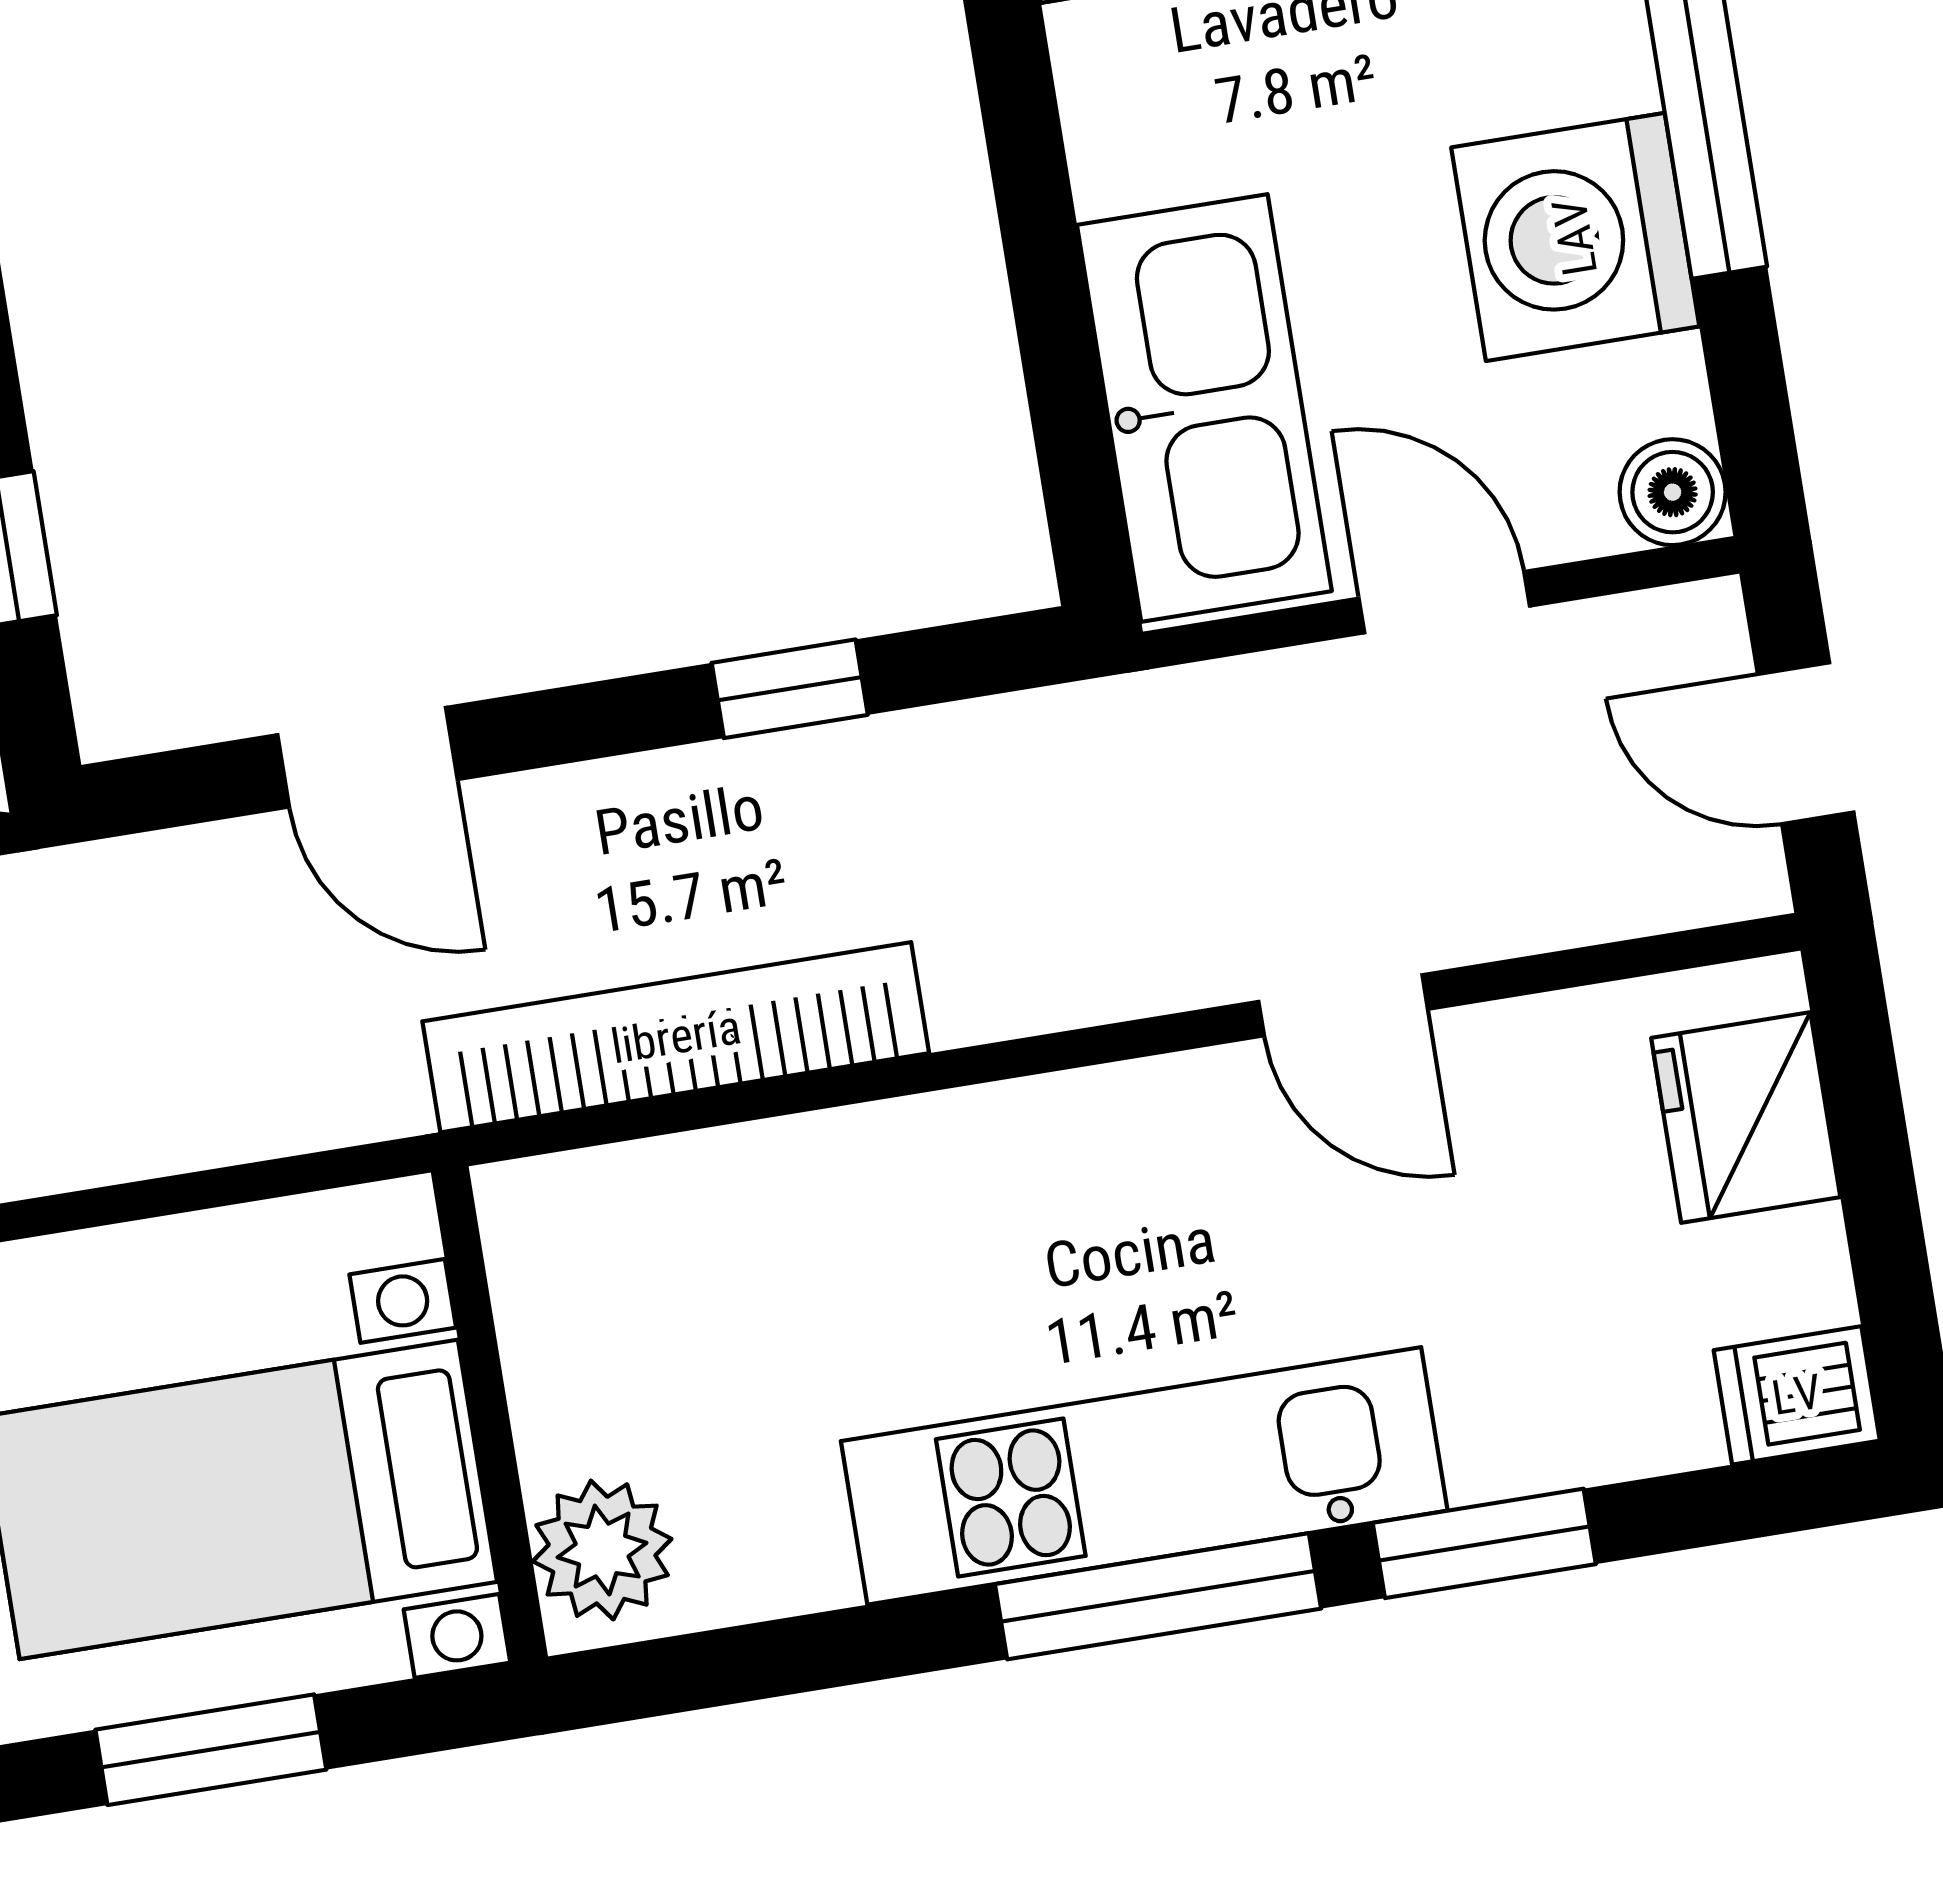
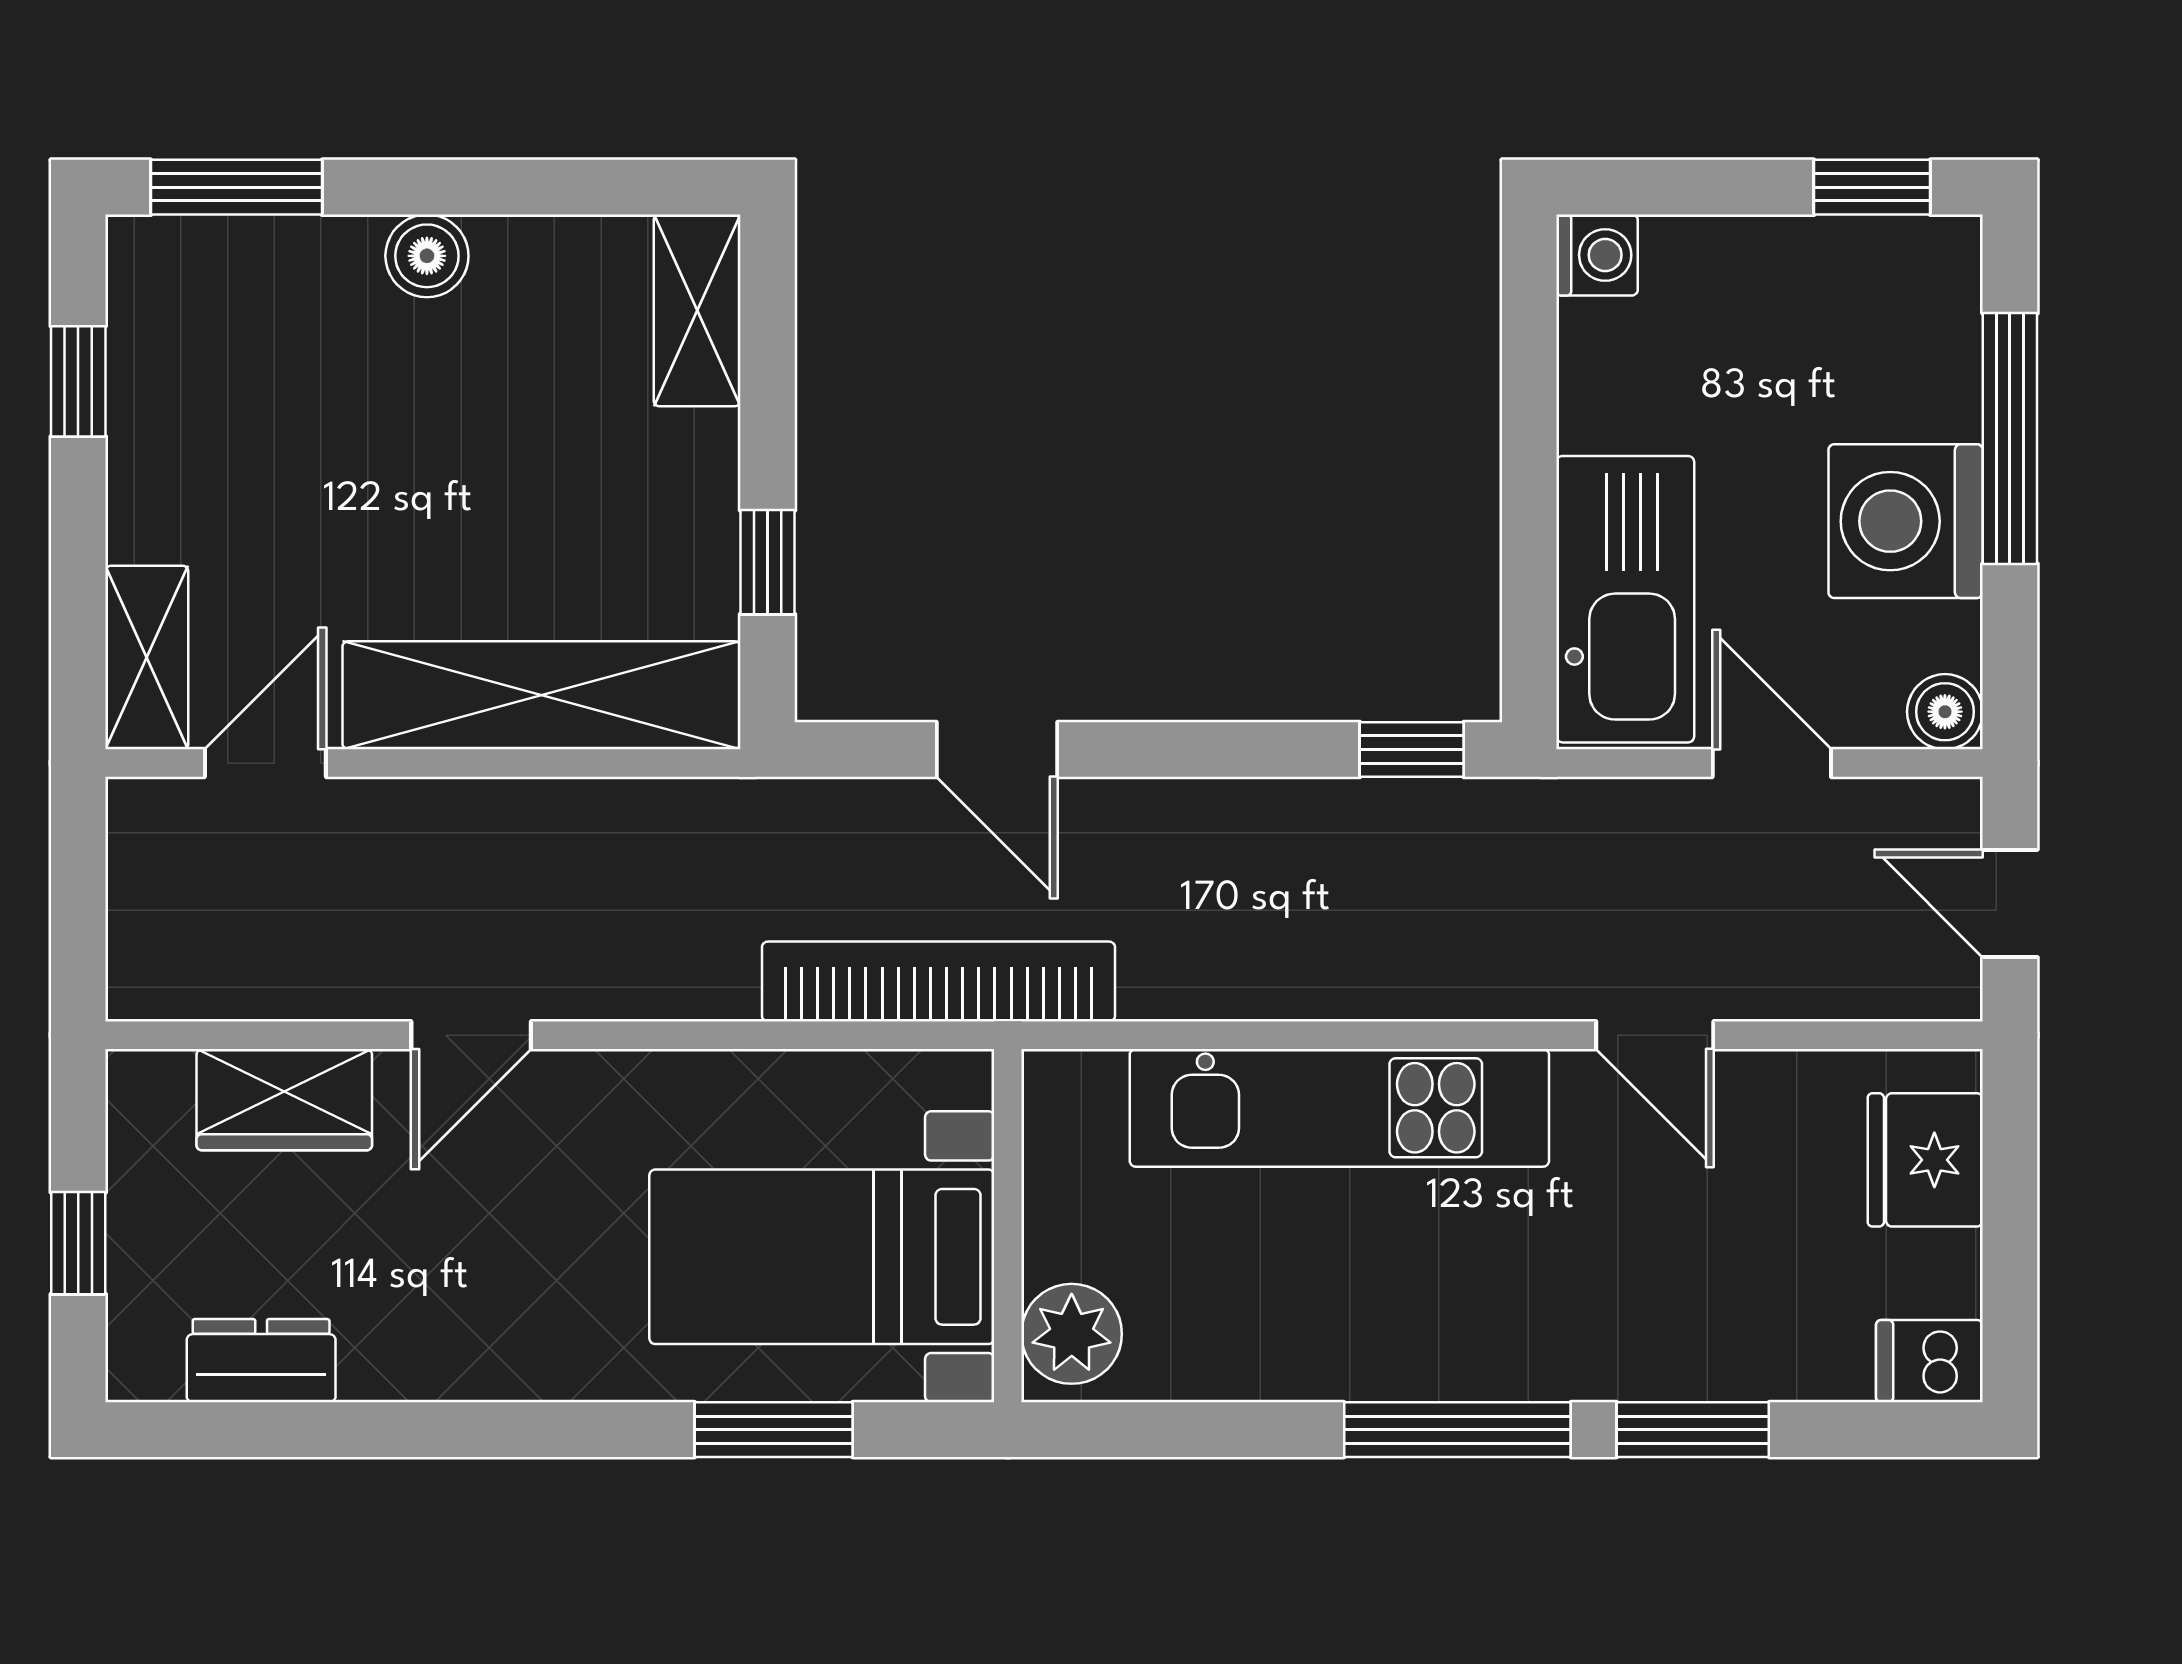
window: (790, 689) -> (1412, 749), moved
bookcase: (676, 1037) -> (938, 981), moved
kitchen unit: (1144, 1476) -> (1339, 1108), moved, turned 180

